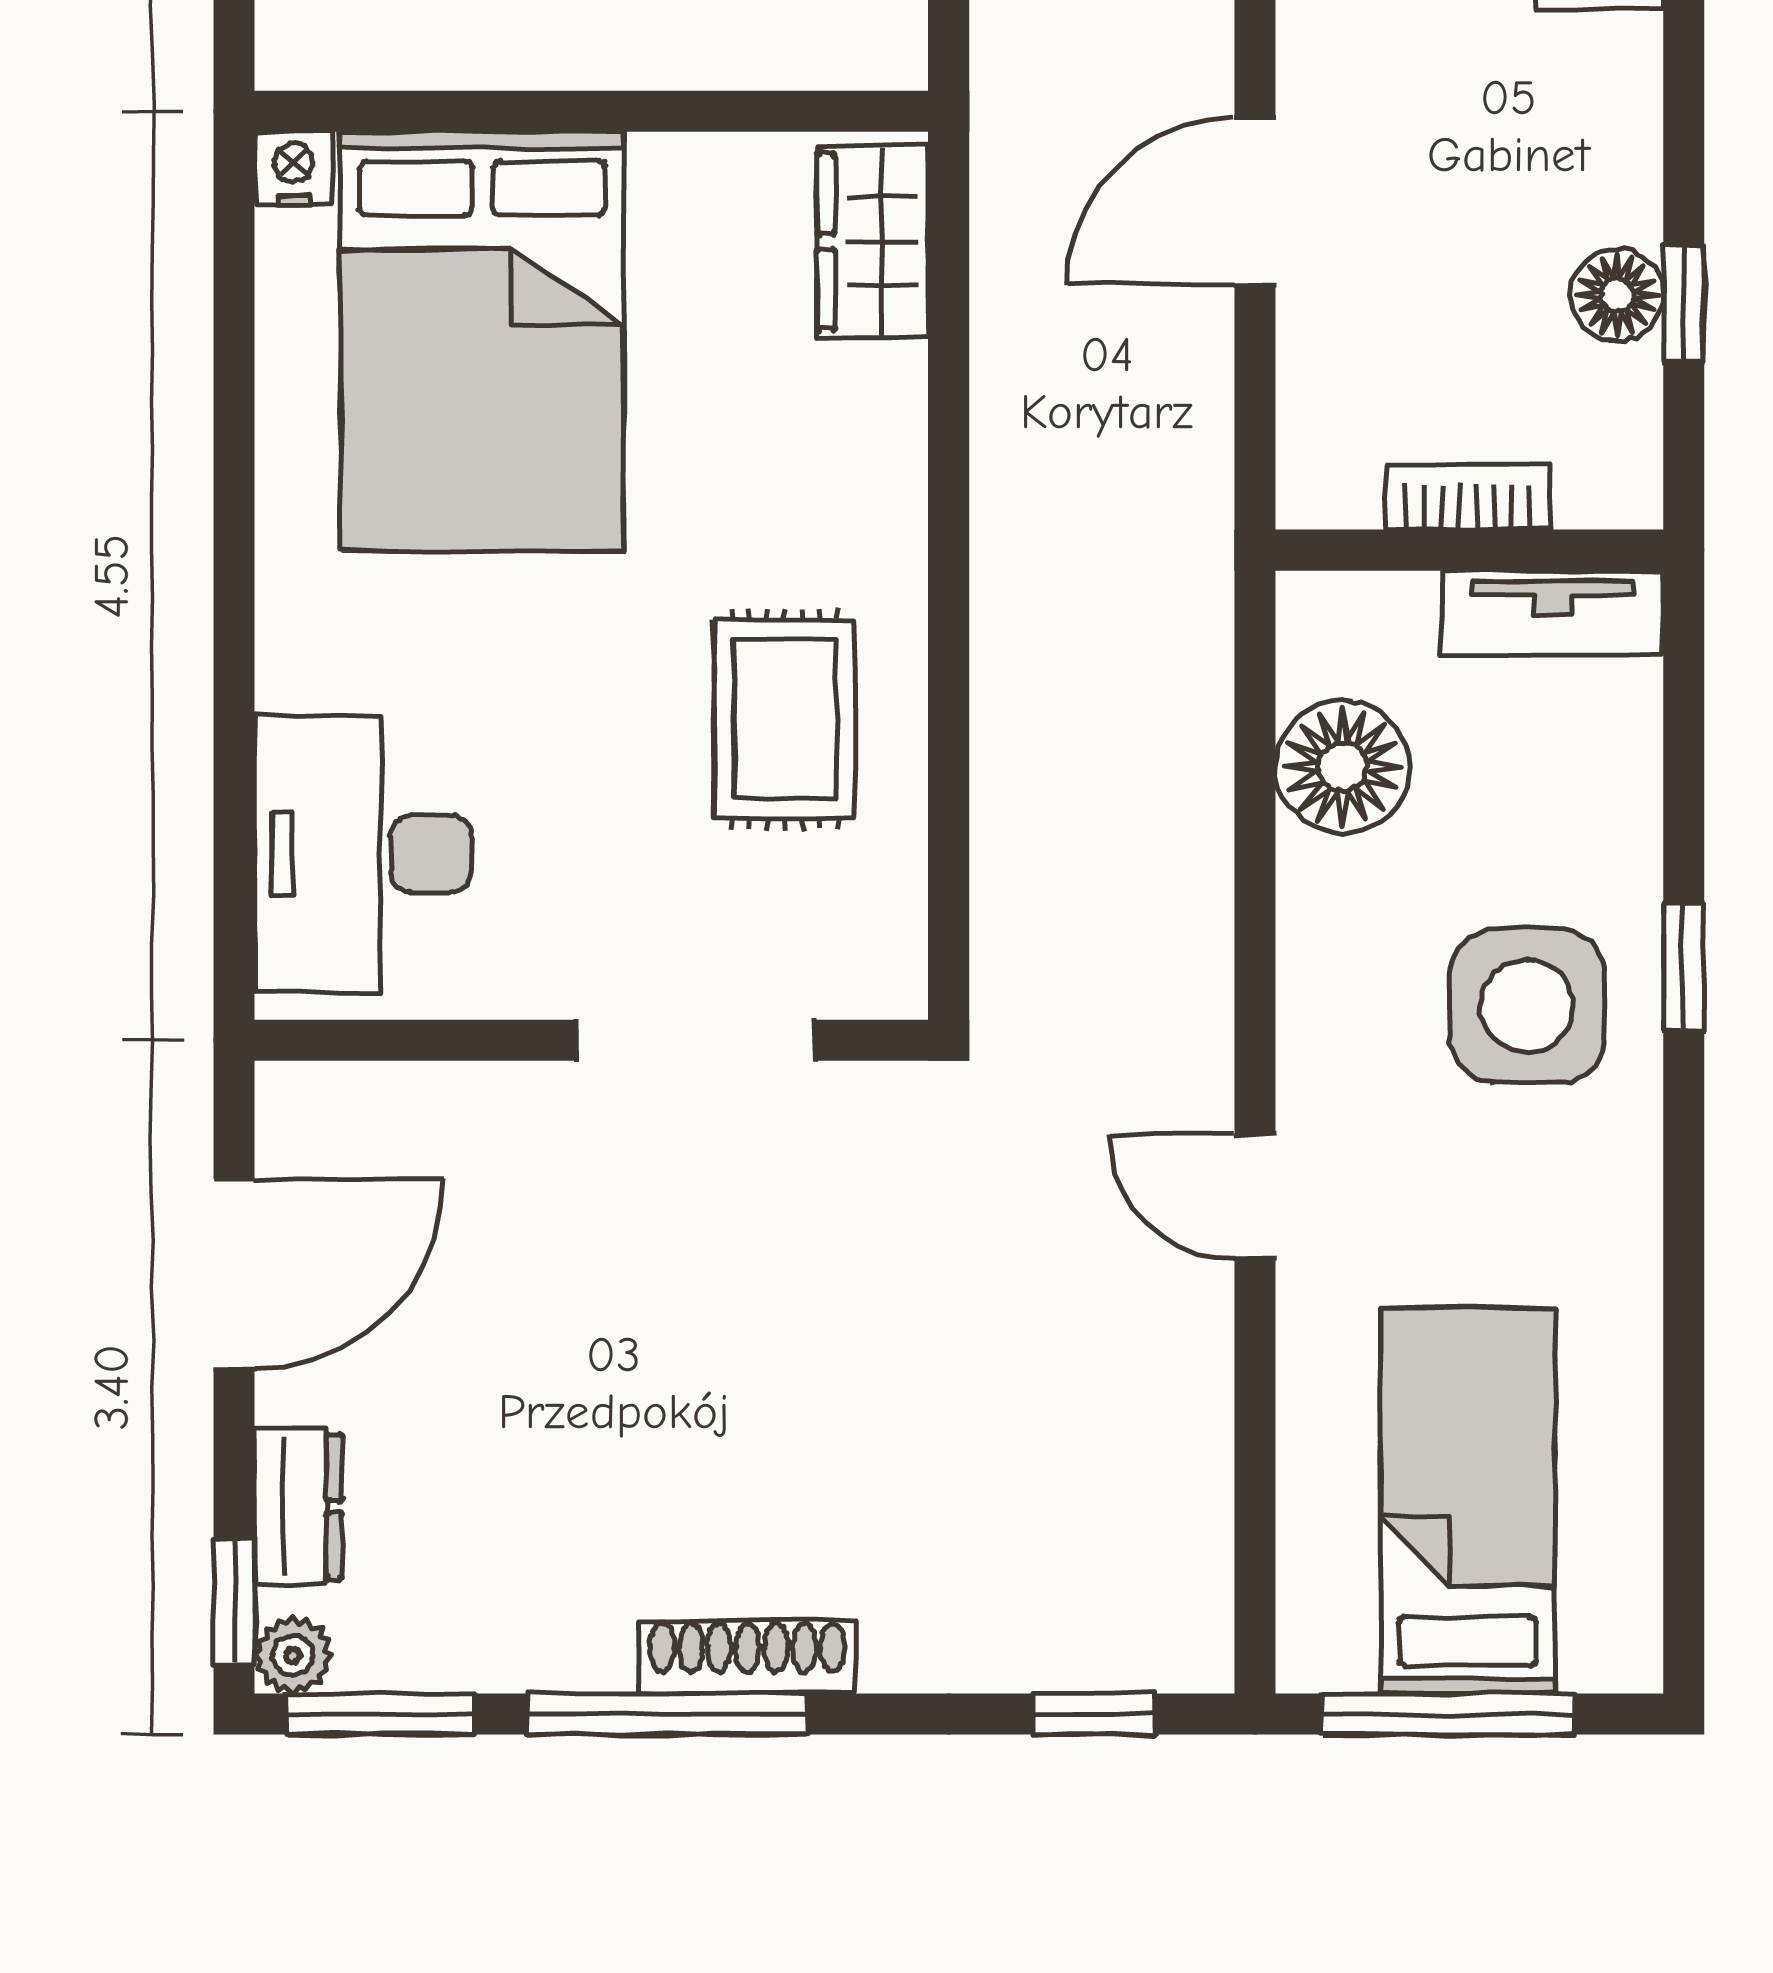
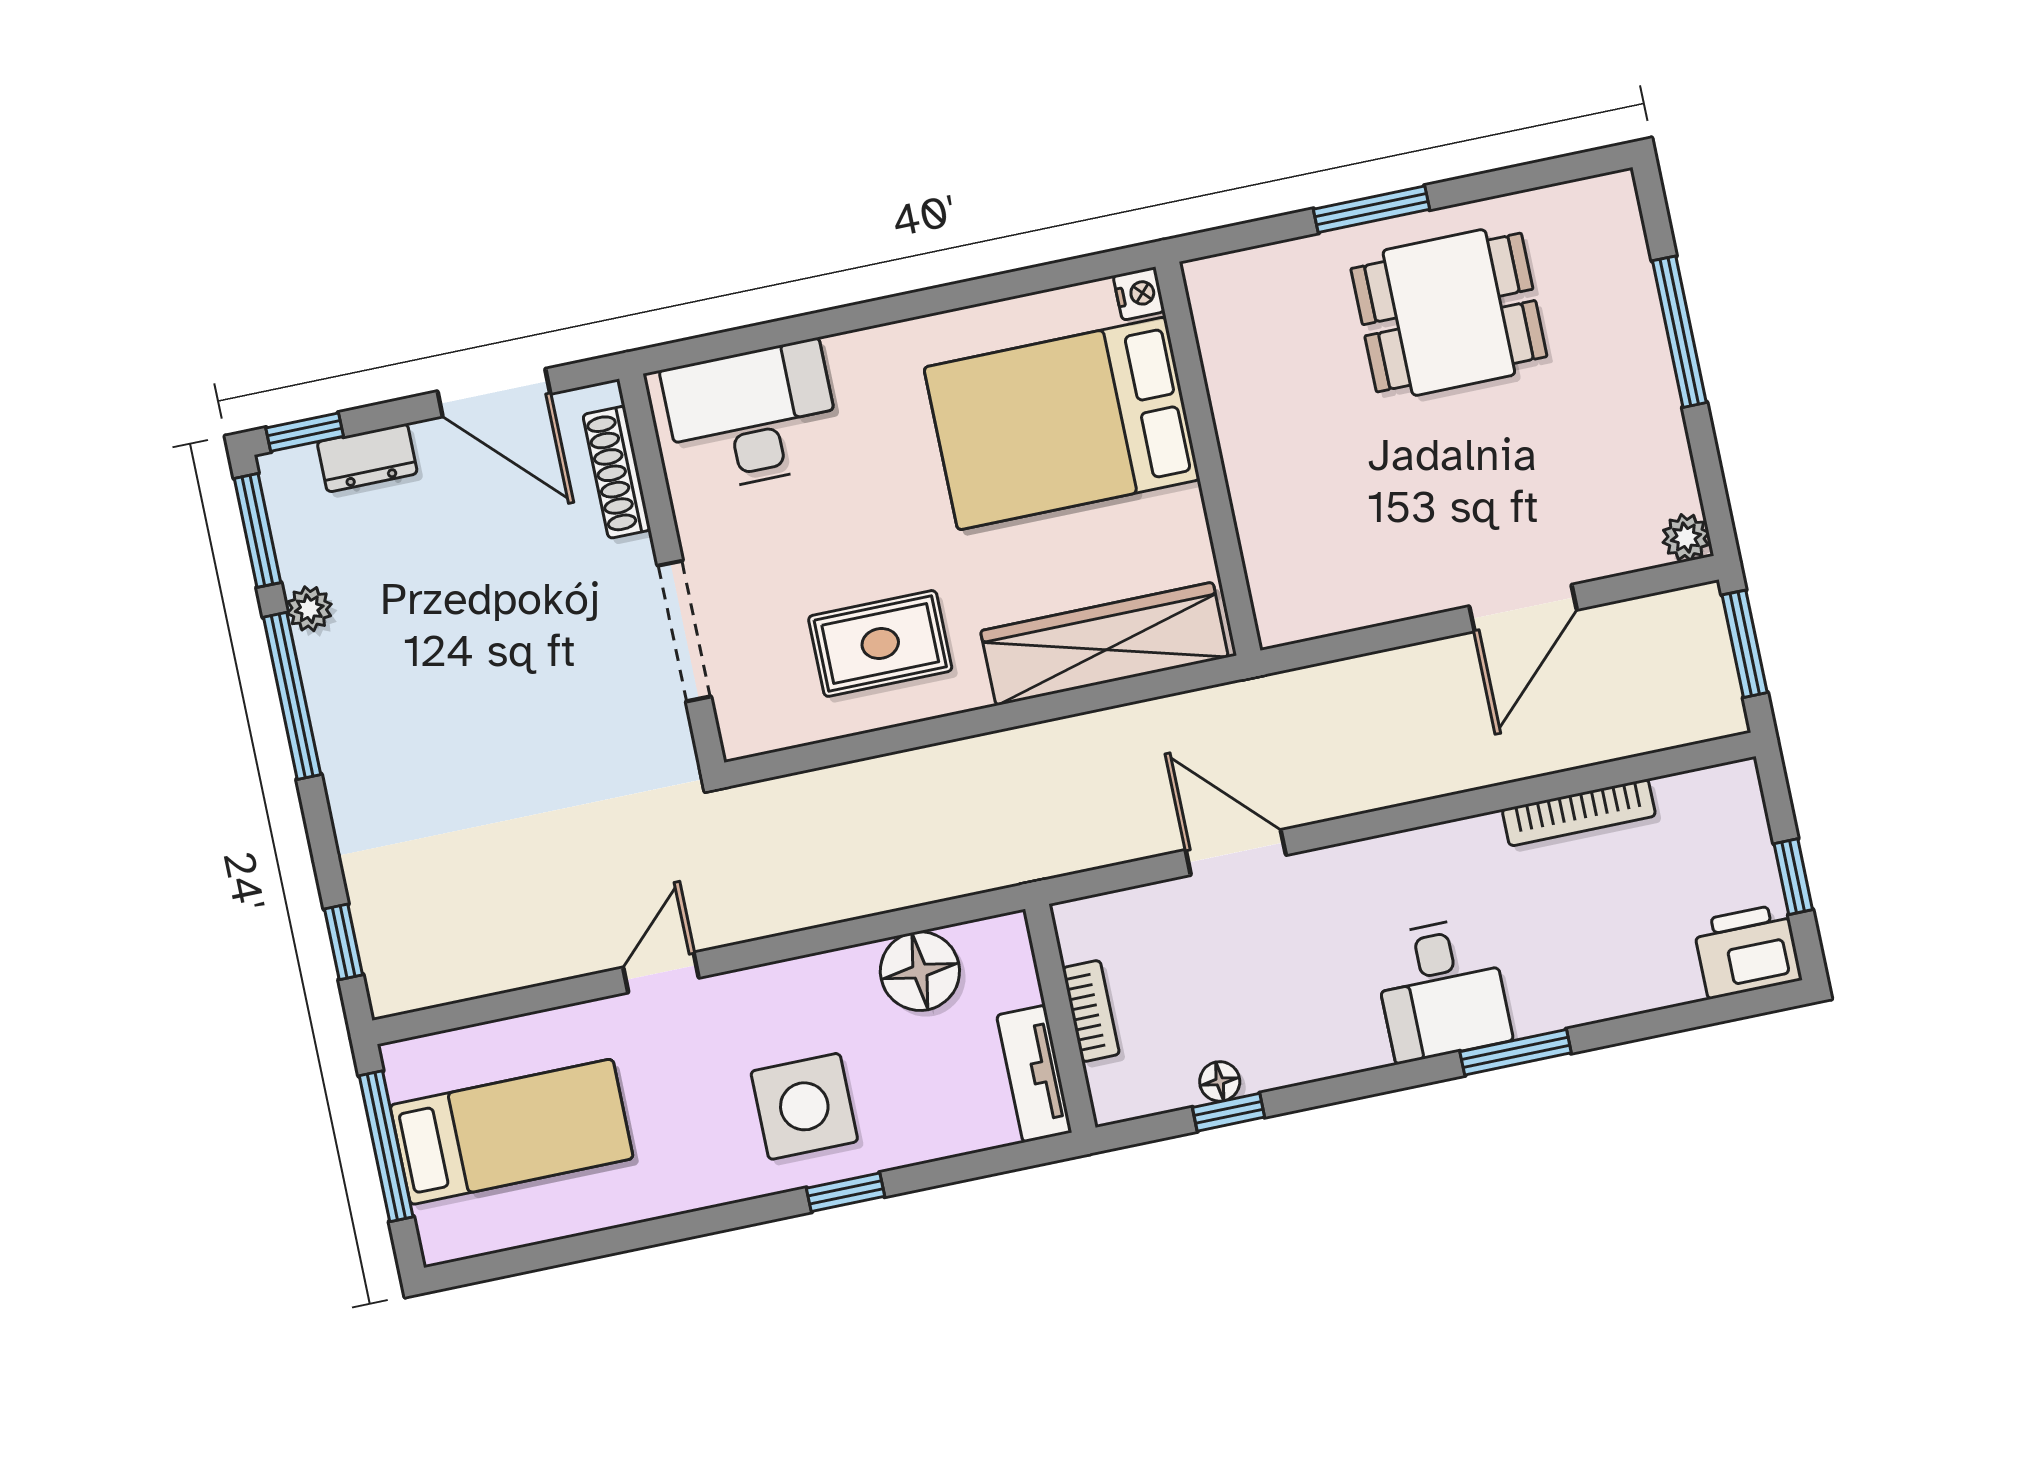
wardrobe: (873, 242) -> (1104, 644), width x2.10, depth x1.17
floor lamp: (1617, 295) -> (1220, 1081), width x0.73, depth x0.73
plant: (293, 1655) -> (309, 609), moved
shoe rack: (748, 1657) -> (617, 472), moved, turned 180

